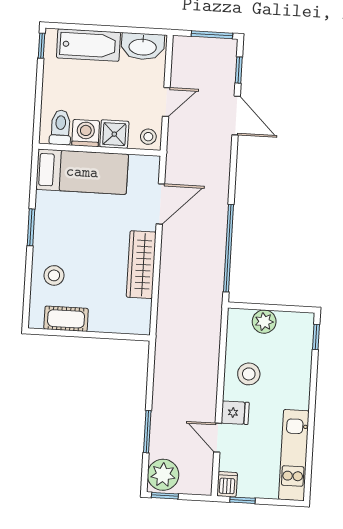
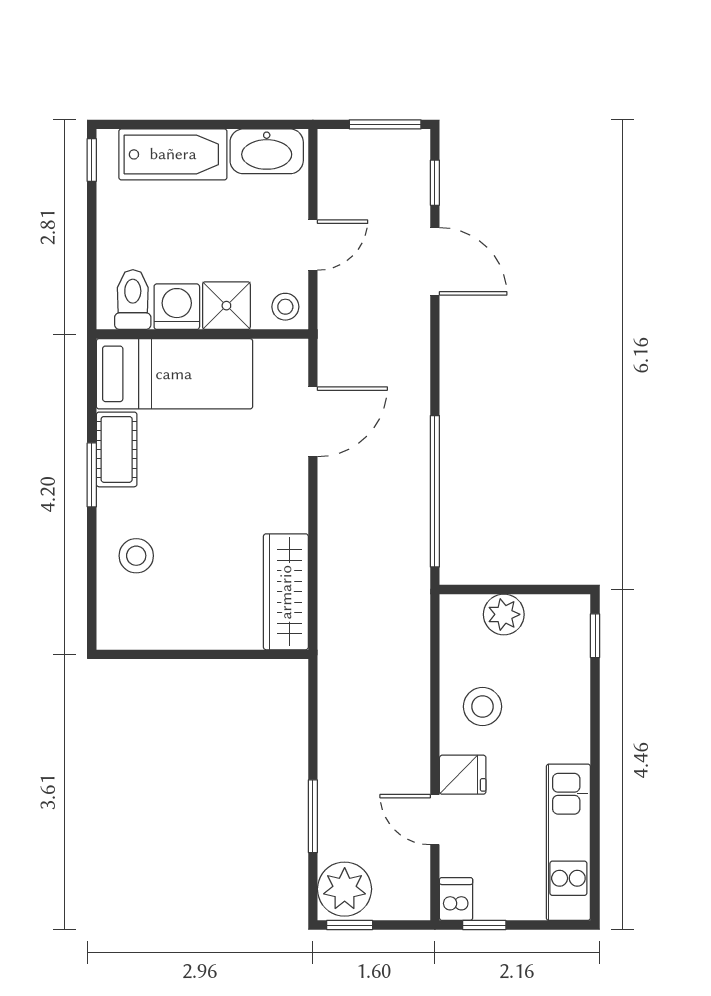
wardrobe: (141, 265) -> (286, 592), moved
cot: (66, 319) -> (117, 449), moved, turned 90

